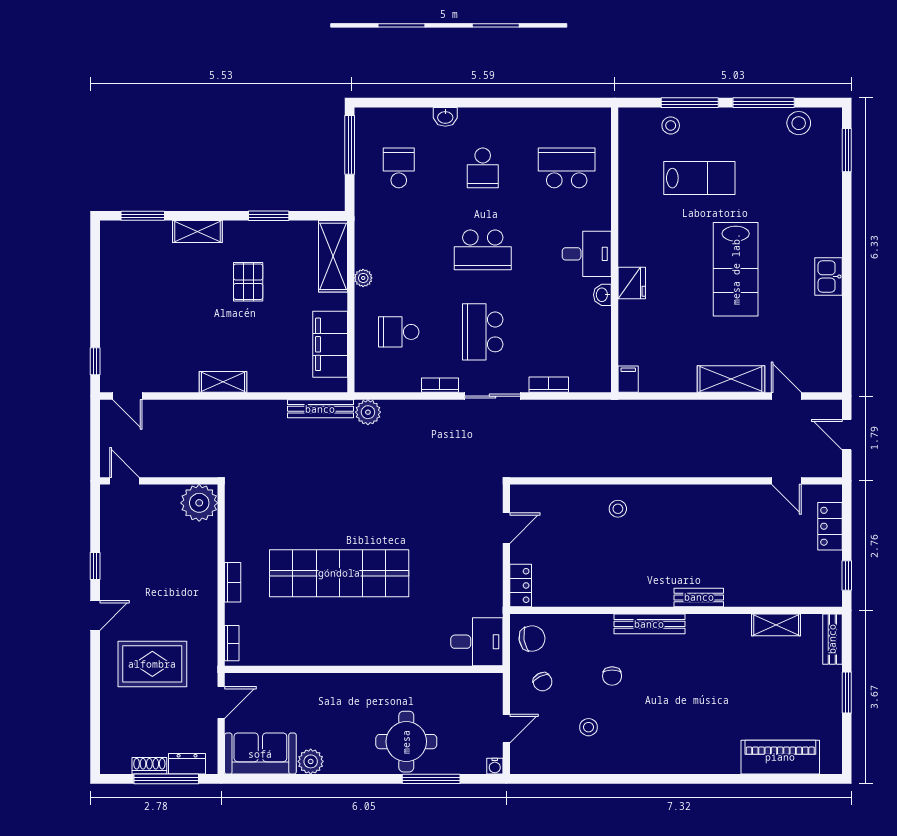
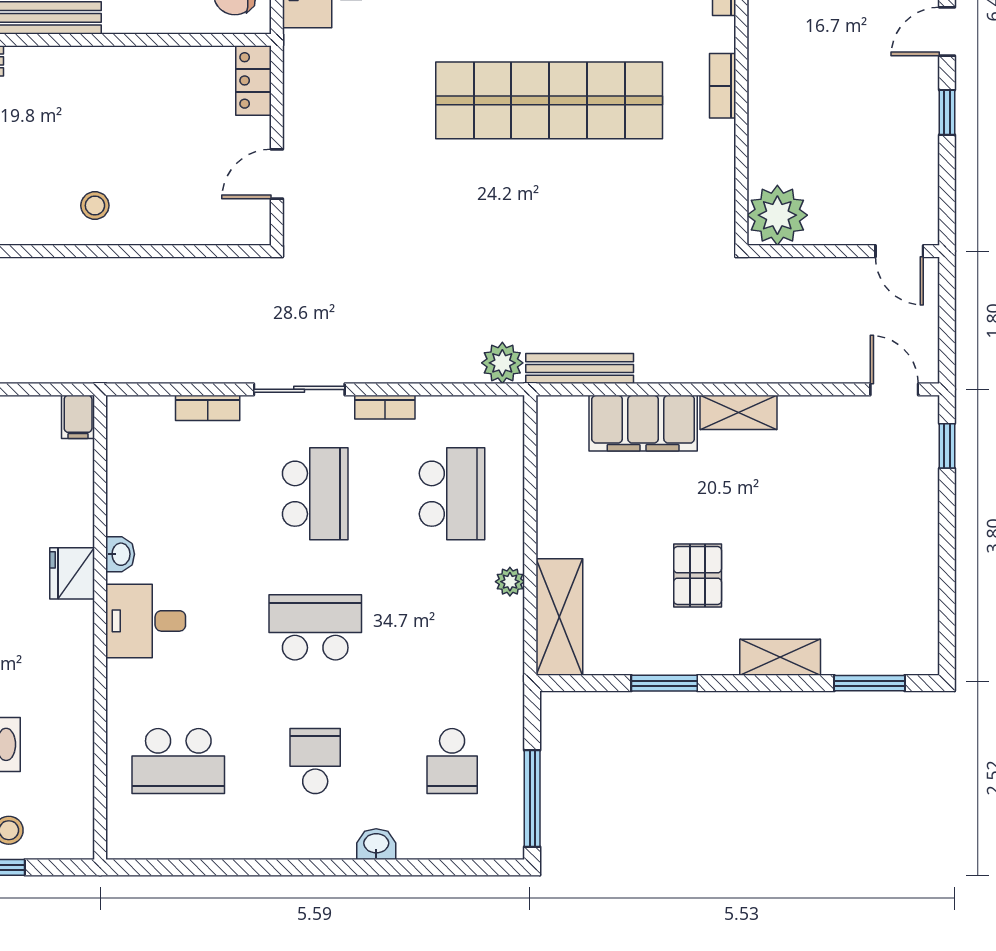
school desk: (399, 332) -> (452, 494), width x1.85
filing cabinet: (330, 344) -> (643, 423), moved, turned 90

